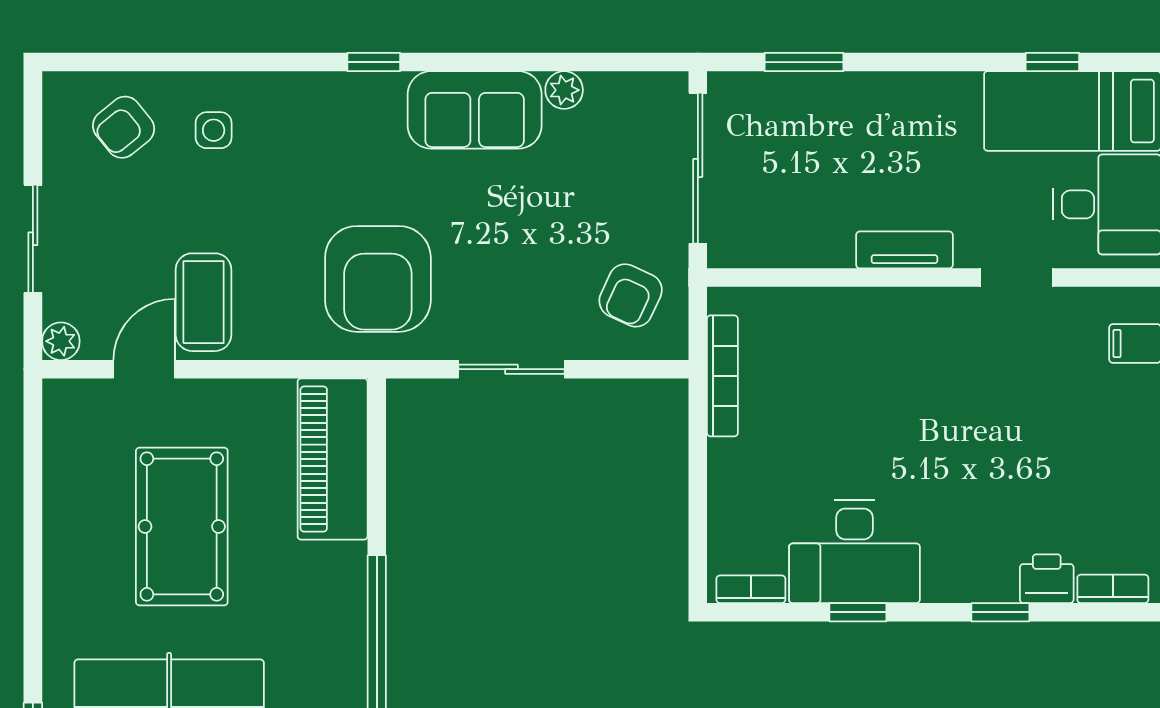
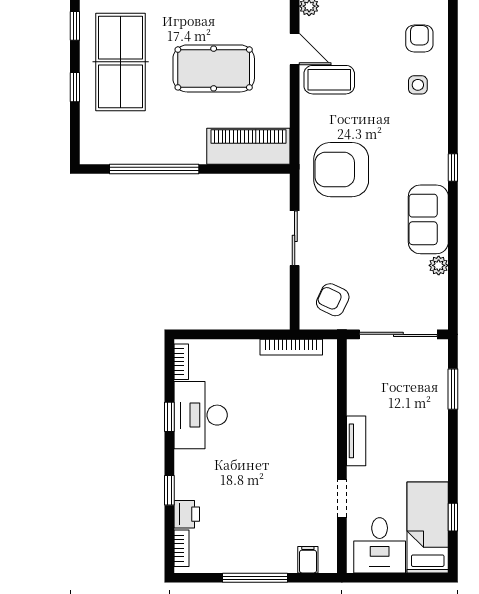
armchair: (124, 127) -> (419, 38), turned 39

